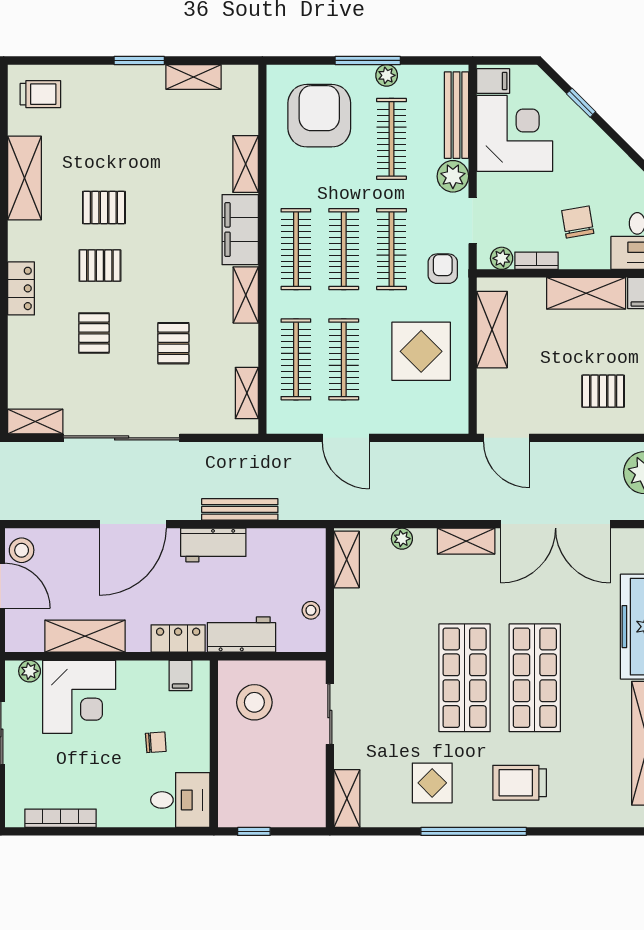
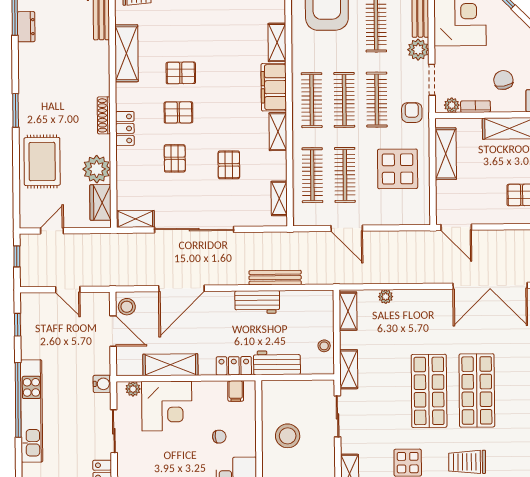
door: (133, 524) -> (181, 288), moved
shelving: (466, 541) -> (349, 369), moved, turned 90
stool: (254, 702) -> (288, 436), moved

